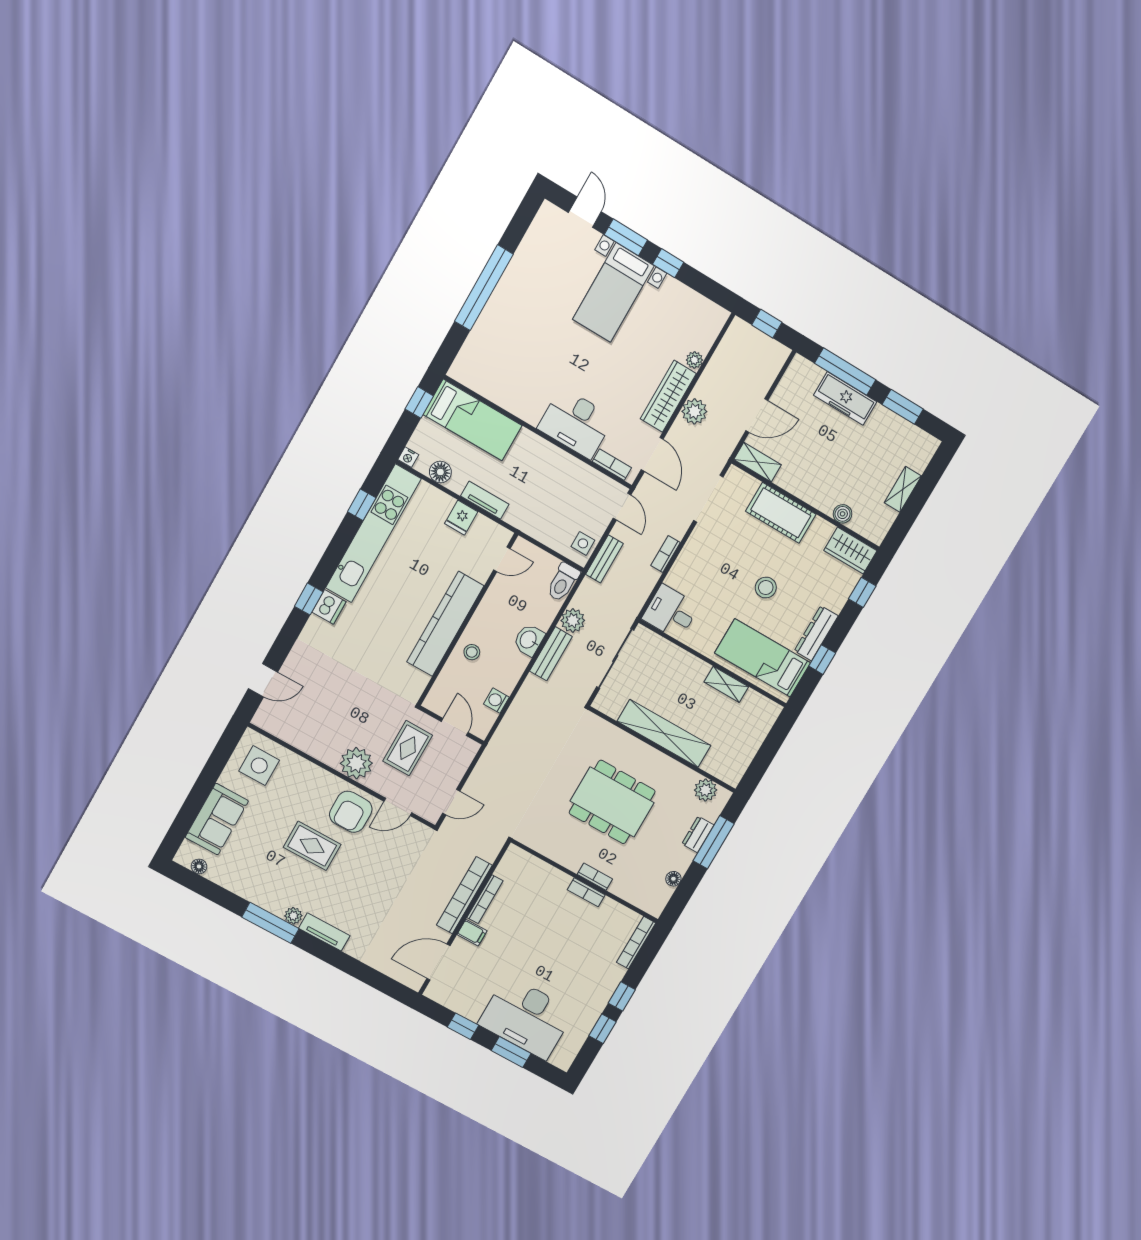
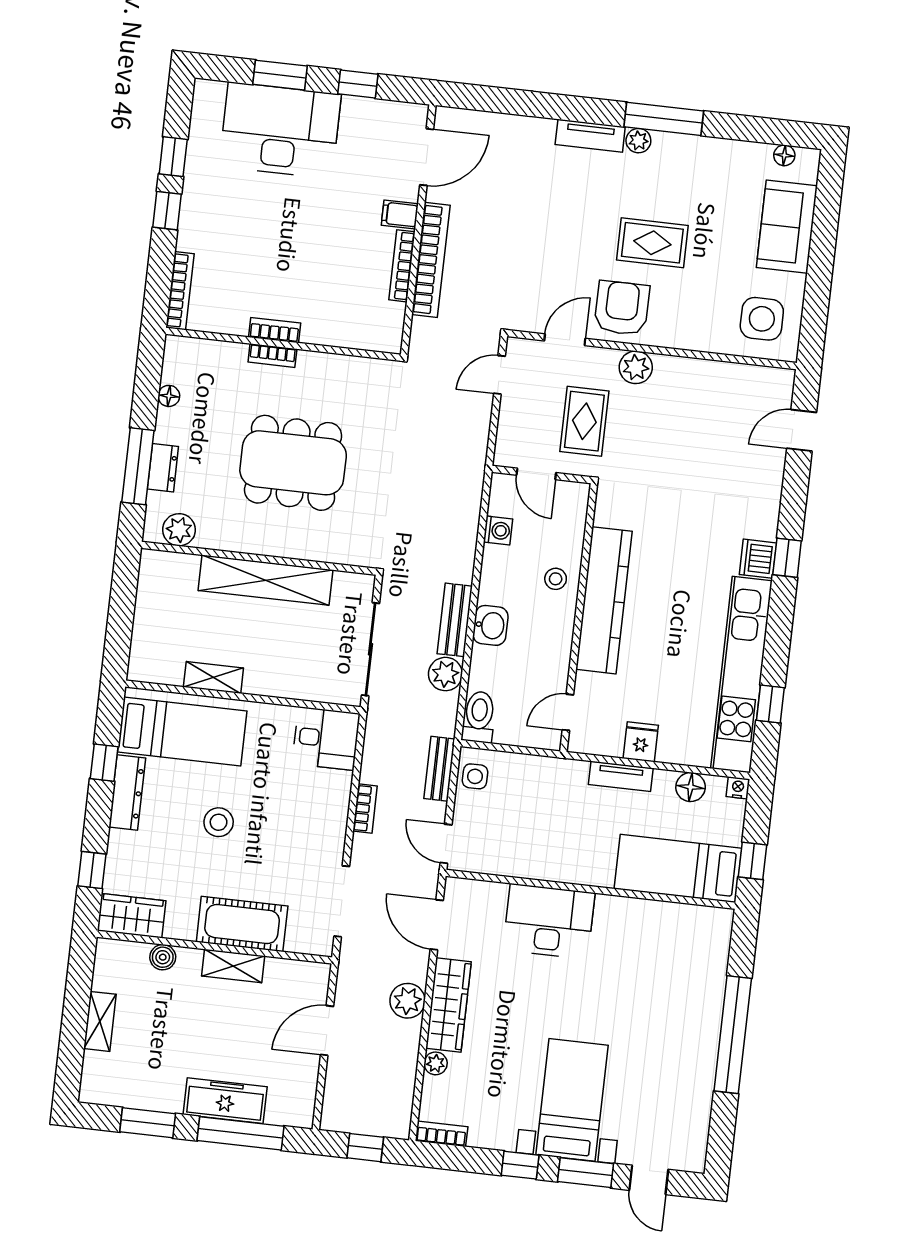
shelving: (758, 462) -> (233, 966), moved
bookcase: (612, 465) -> (441, 1134), moved, turned 180
plant: (356, 763) -> (636, 367), width x0.73, depth x0.73

